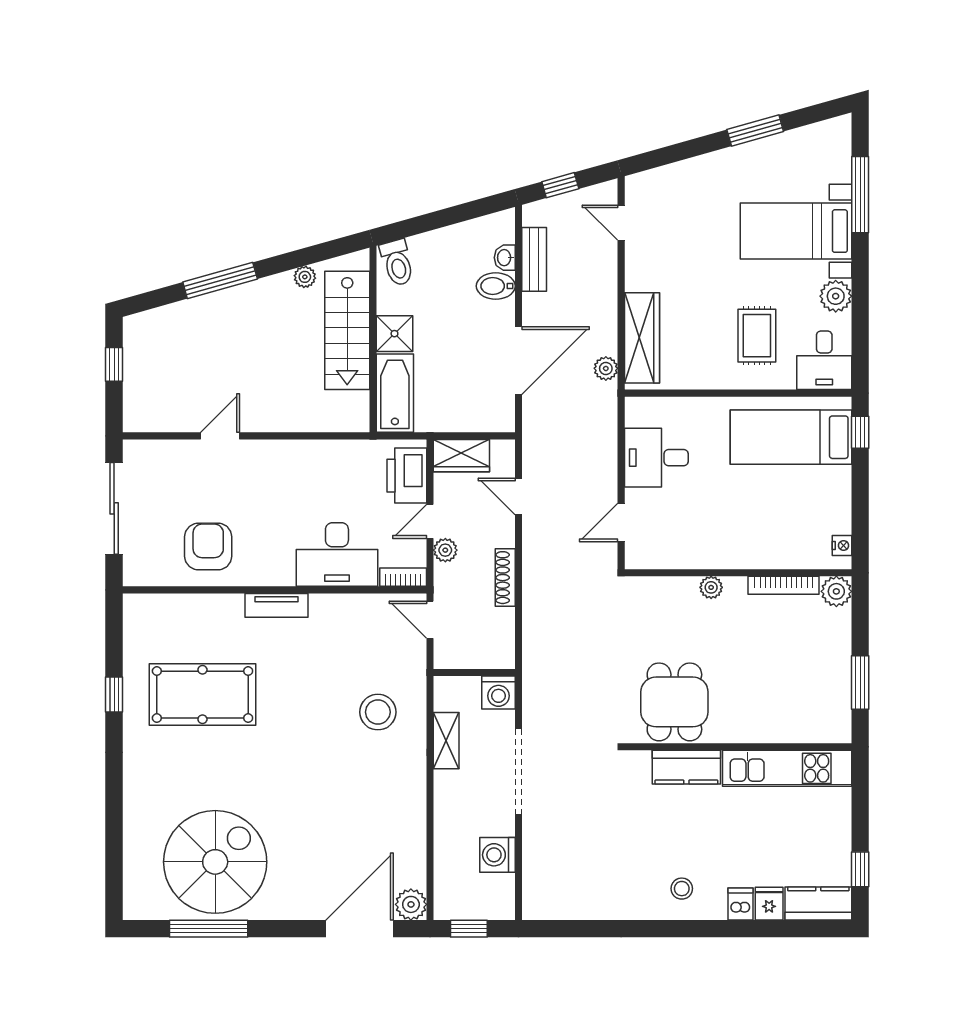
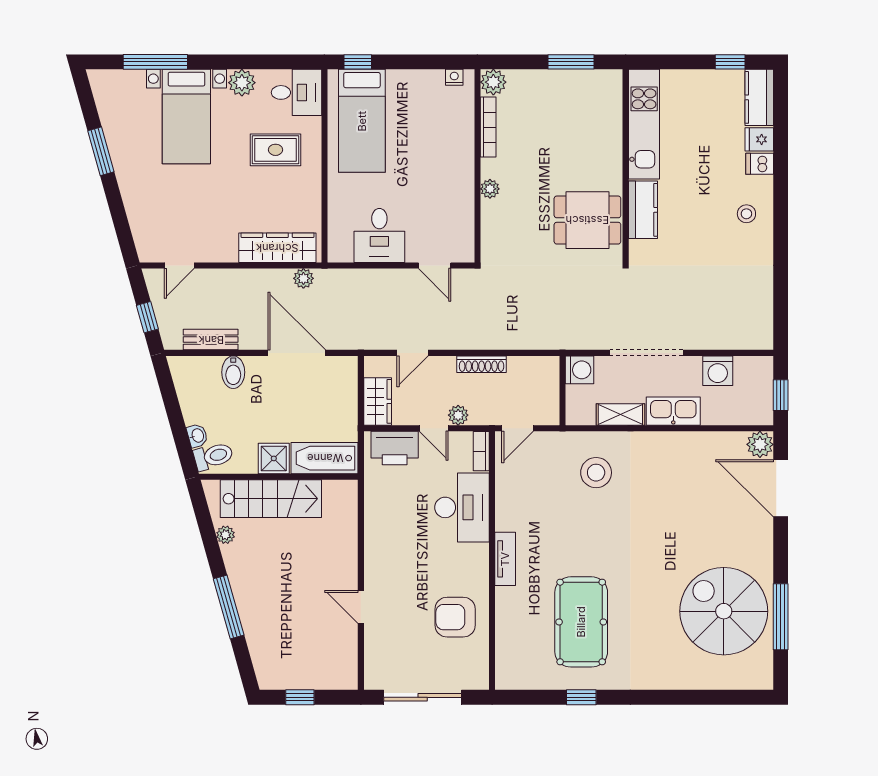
washbasin: (505, 258) -> (197, 436), moved, turned -106
kitchen sink: (450, 803) -> (673, 411), added

